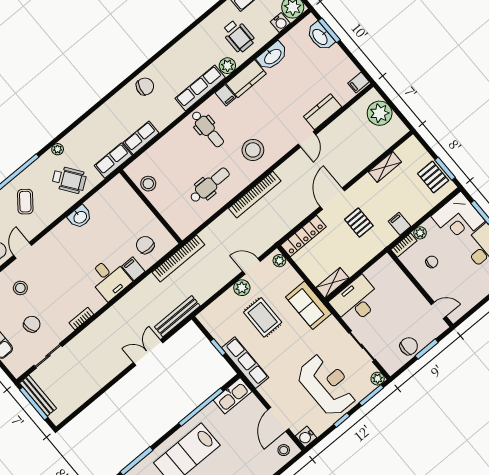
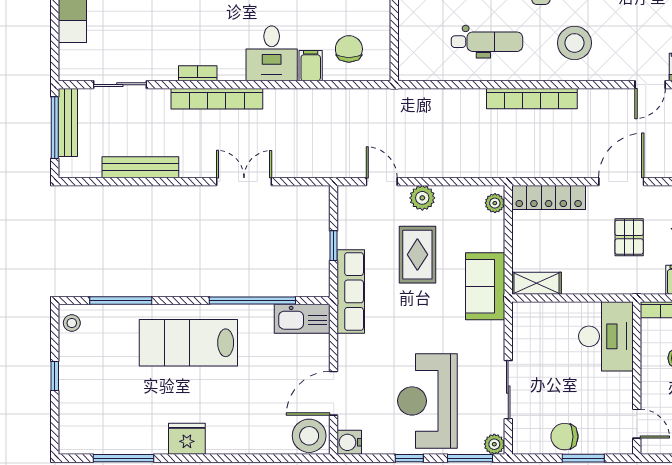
bookcase: (178, 259) -> (217, 99), moved
door: (251, 266) -> (382, 182), moved
desk: (356, 301) -> (606, 336), moved, turned 90
bench: (177, 316) -> (140, 167), moved
chair: (32, 324) -> (132, 30), removed
chair: (409, 346) -> (565, 437), turned 180
reception desk: (327, 385) -> (427, 401), turned 180
stool: (284, 450) -> (309, 436), width x1.89, depth x1.89

